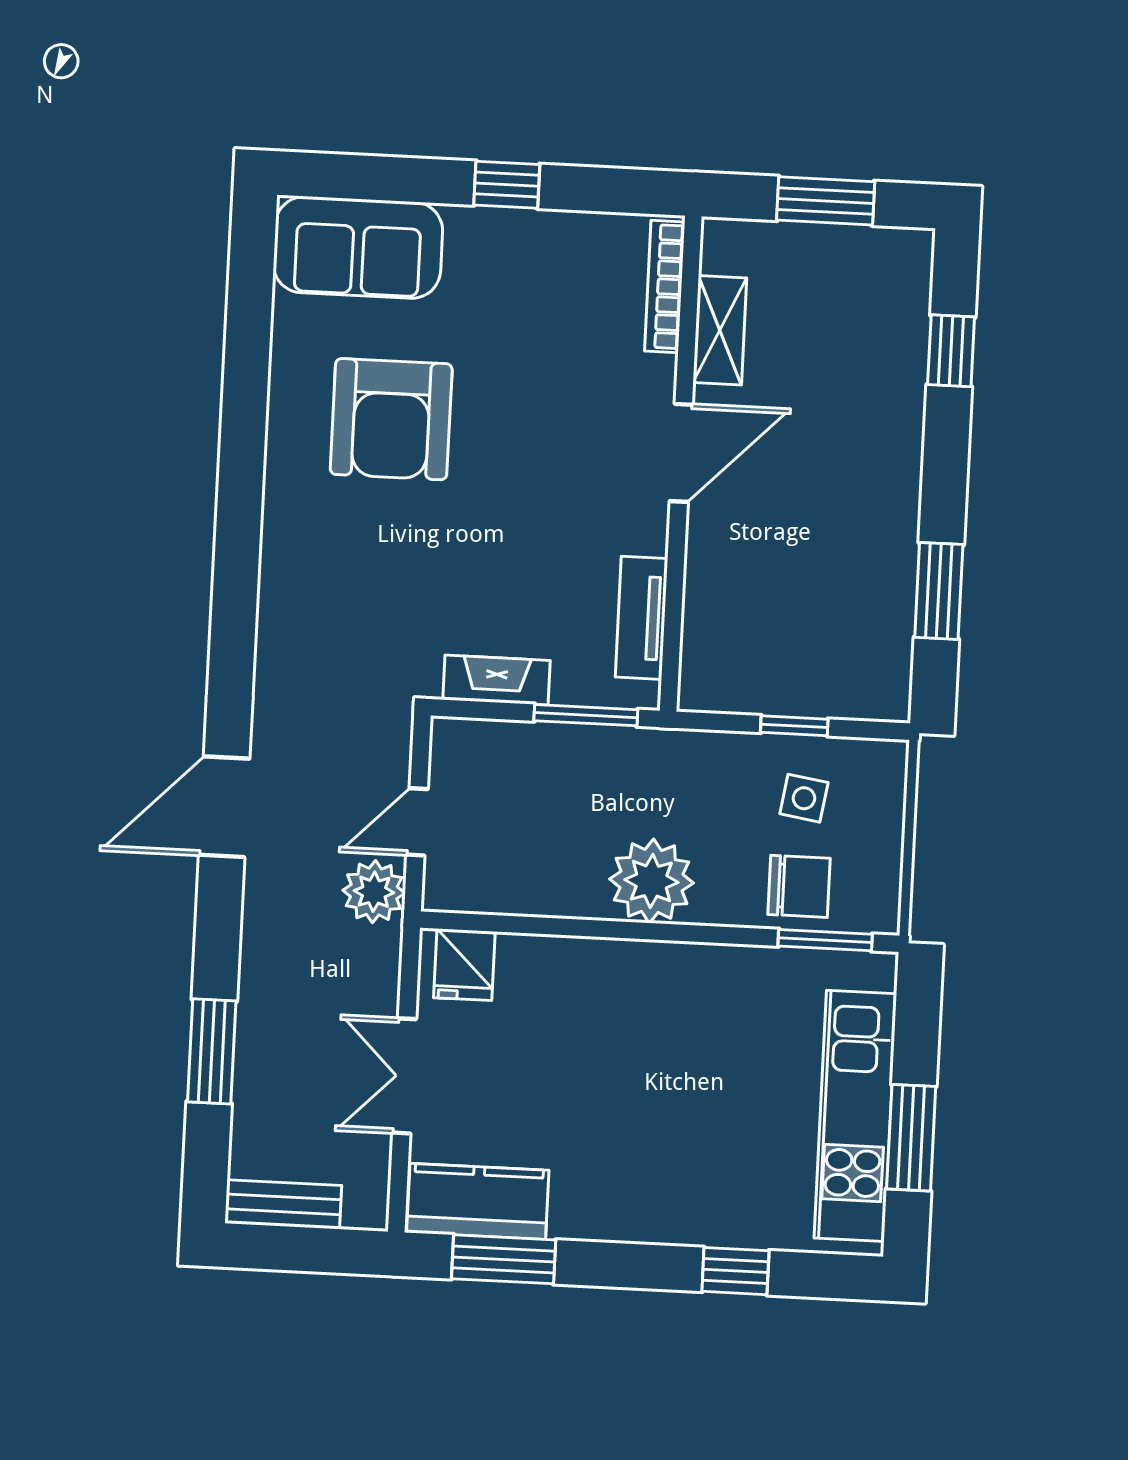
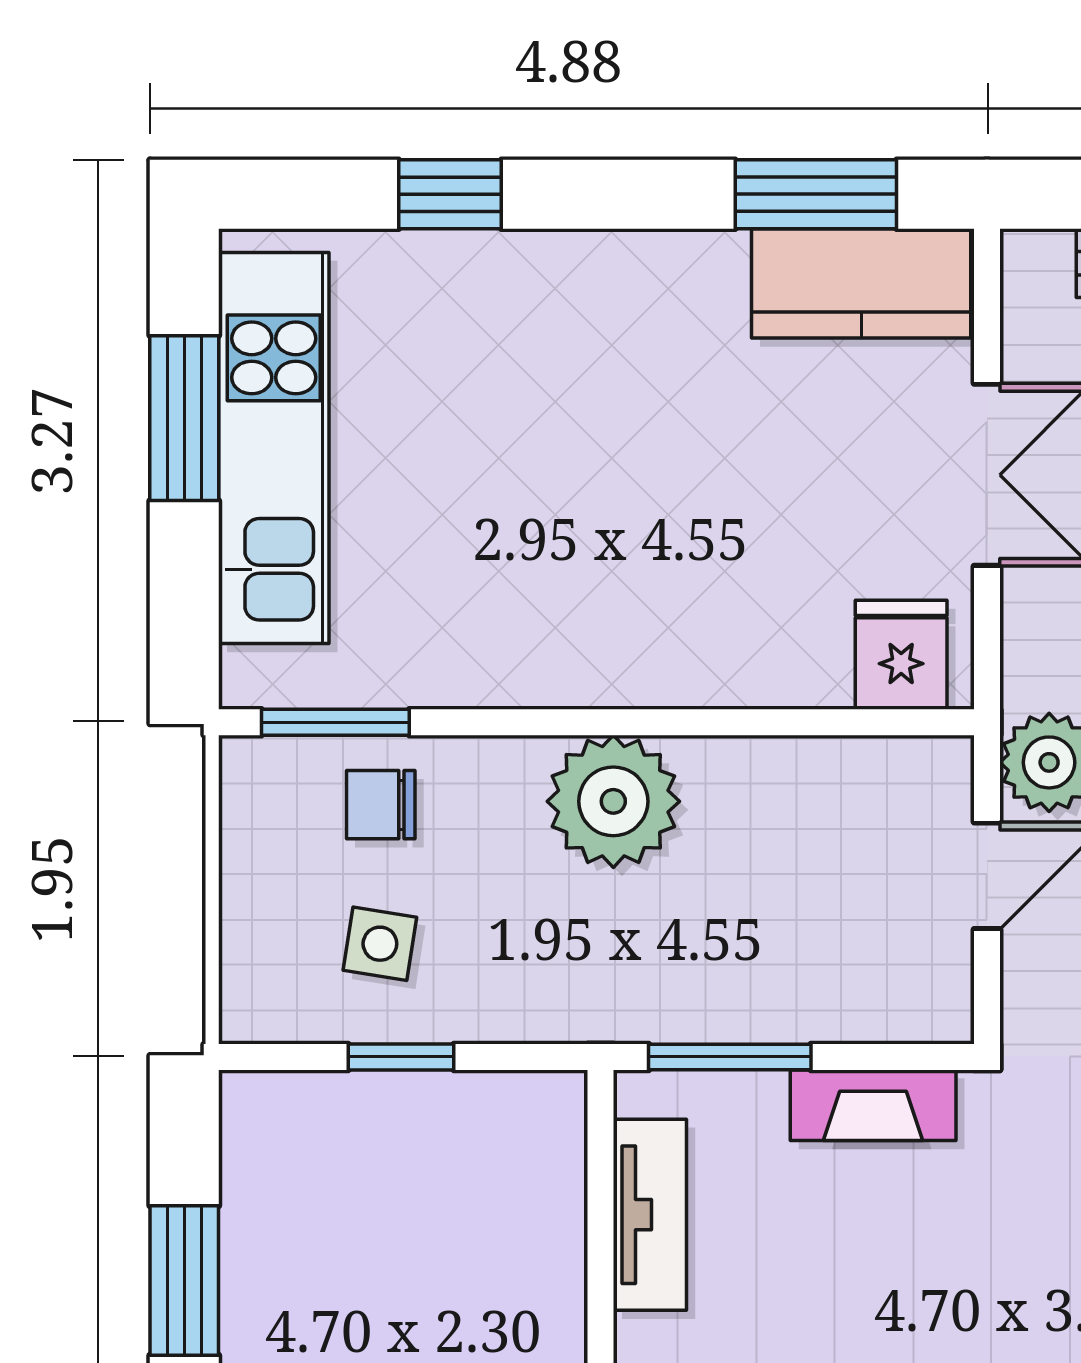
chair: (799, 886) -> (381, 805), width x0.73, depth x0.73

